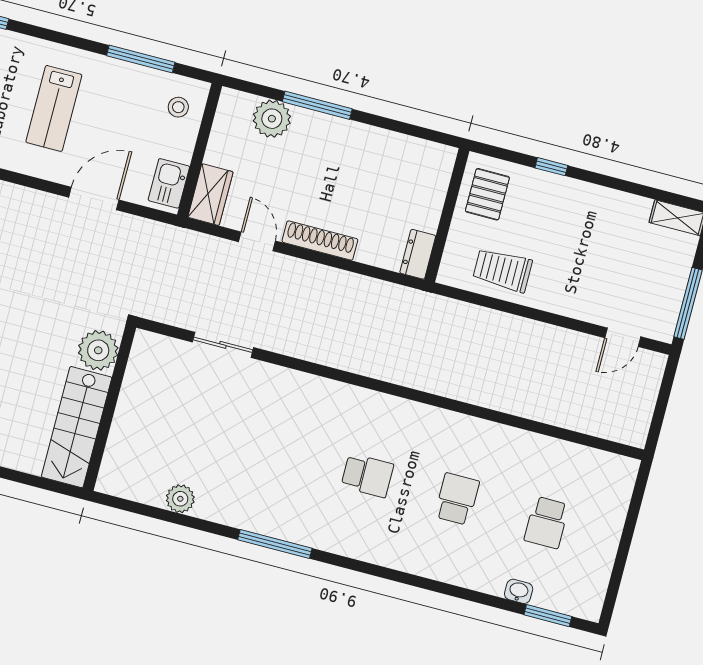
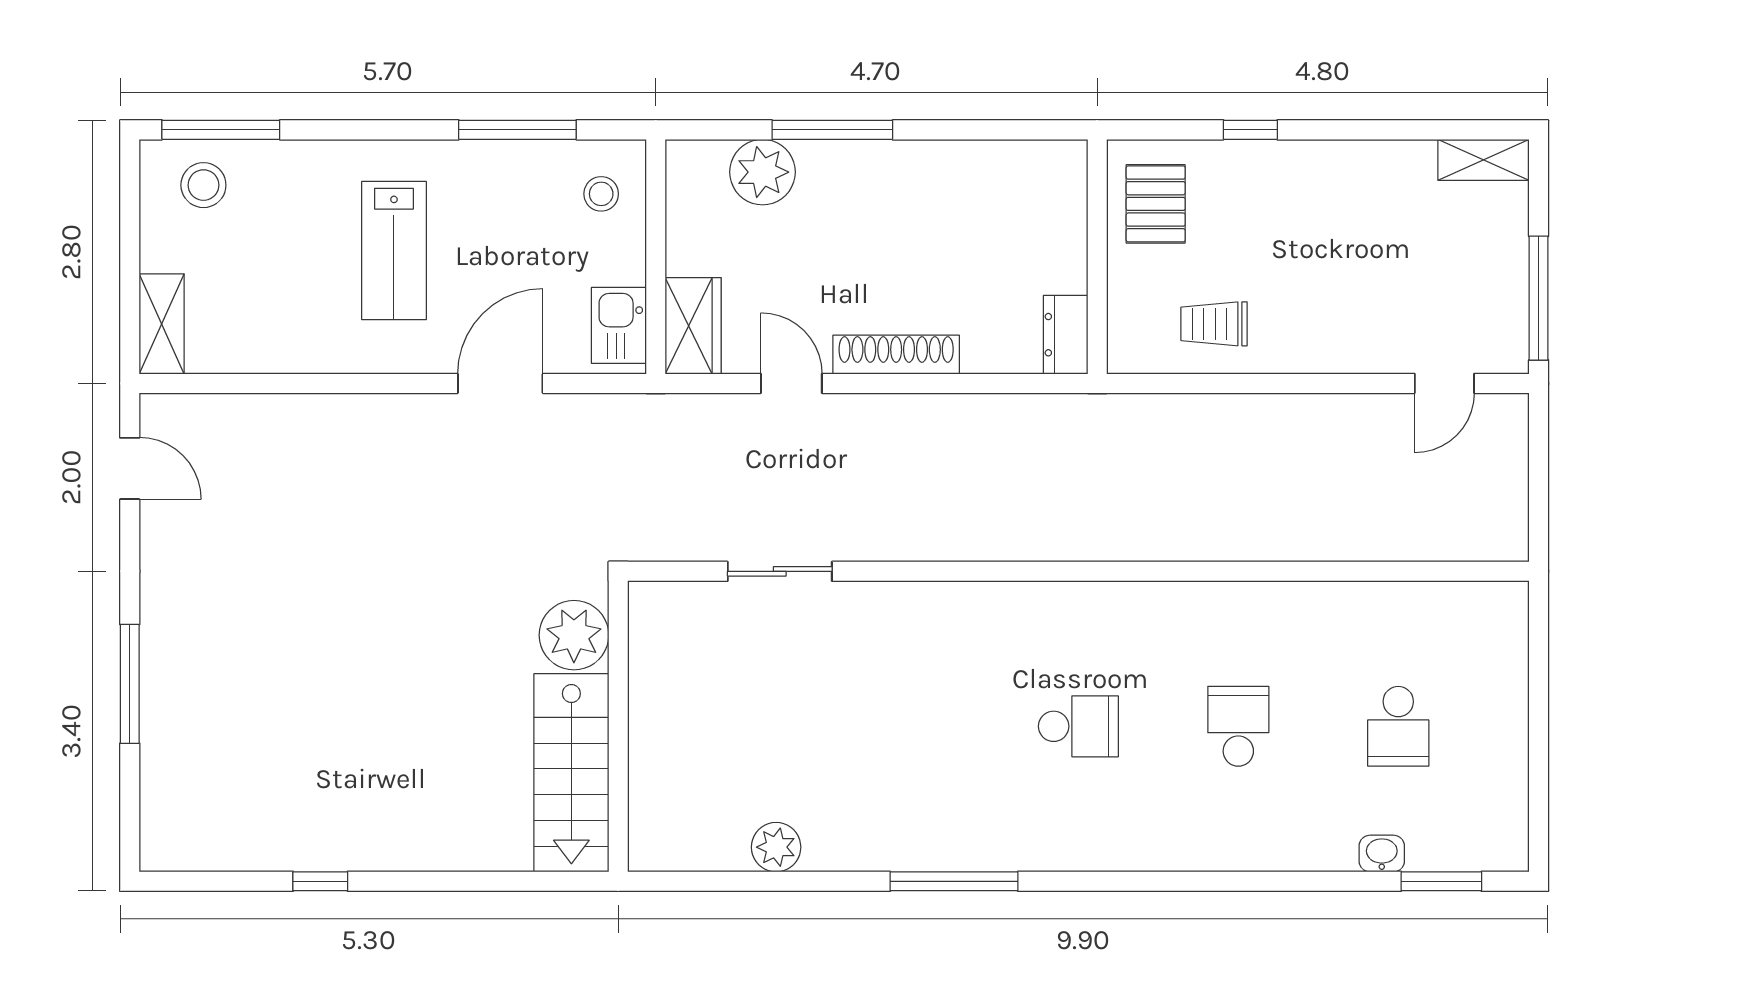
trolley: (502, 270) -> (1214, 324), width x0.73, depth x0.72

